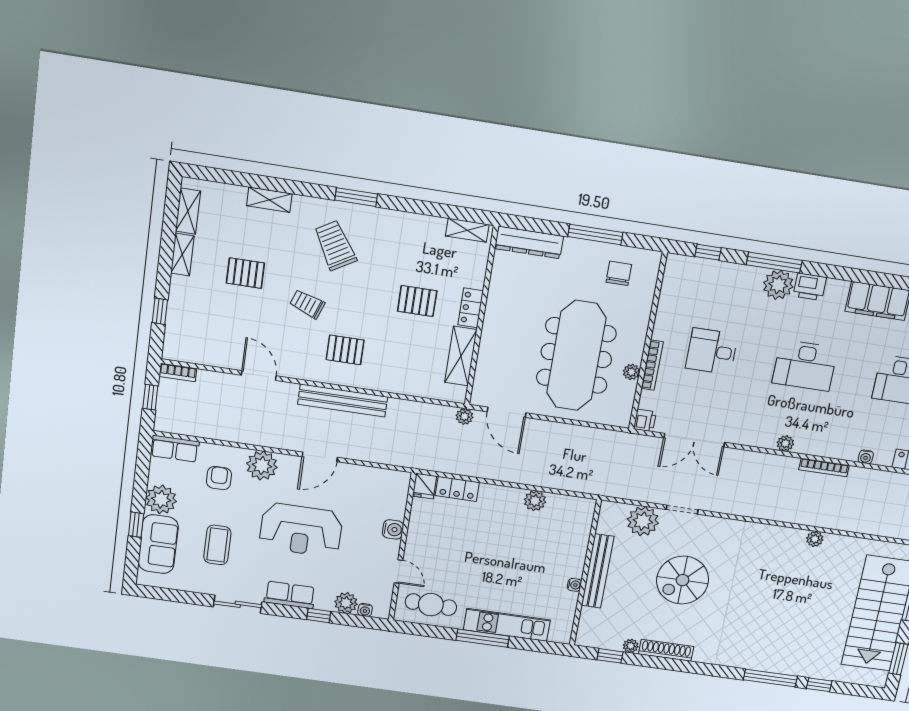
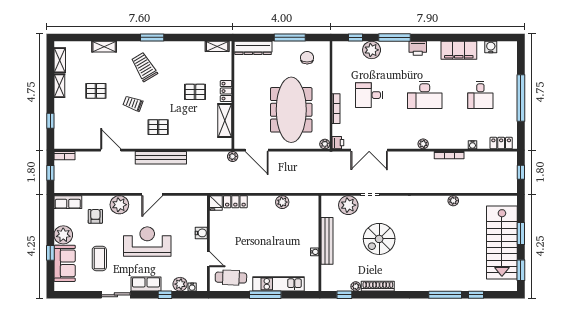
plant: (778, 285) -> (372, 50), moved
plant: (631, 372) -> (325, 144), moved
reception desk: (301, 530) -> (147, 242), turned 180

